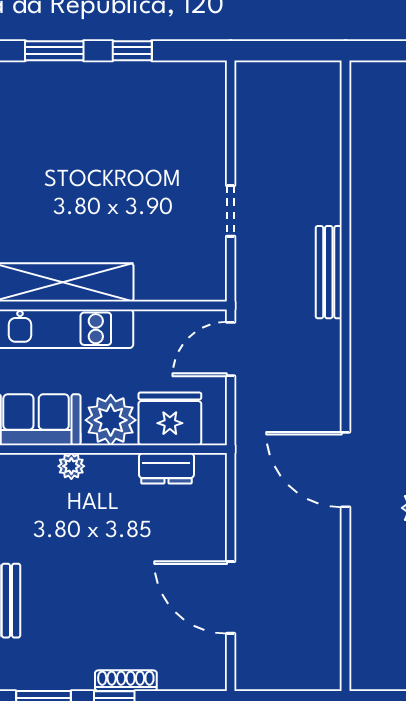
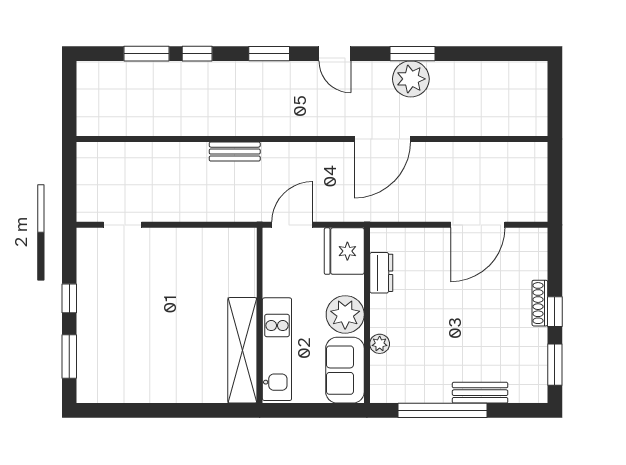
doorway: (231, 211) -> (123, 225), moved
bench: (329, 272) -> (235, 152), width x0.73
door: (231, 349) -> (292, 225), swing flipped
fridge: (170, 419) -> (344, 251), moved

